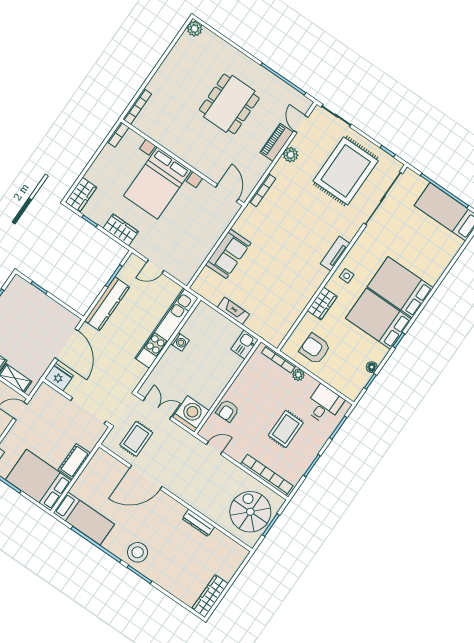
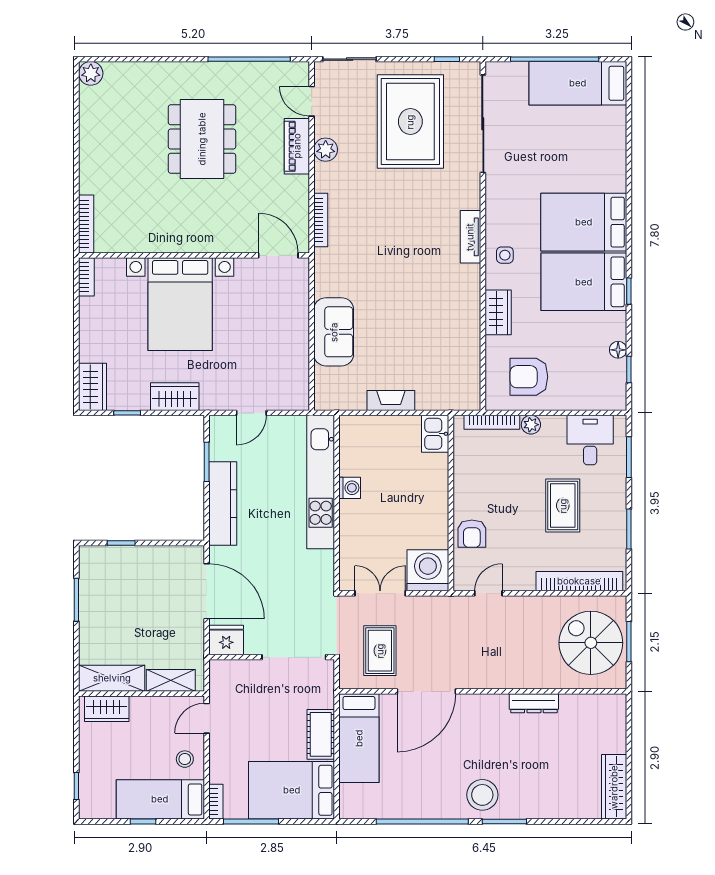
bed: (84, 518) -> (359, 738), moved, turned 90

